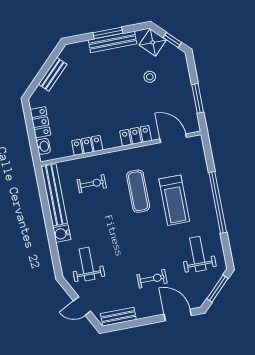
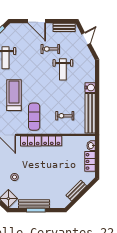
locker: (87, 145) -> (52, 141), moved
exercise mat: (138, 191) -> (34, 117), moved
weight bench: (87, 264) -> (63, 69), moved
exercise bike: (152, 279) -> (50, 49), moved
door: (82, 306) -> (86, 39), hinge flipped
door: (178, 315) -> (37, 21), moved

